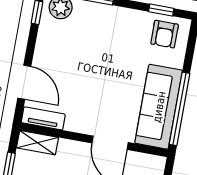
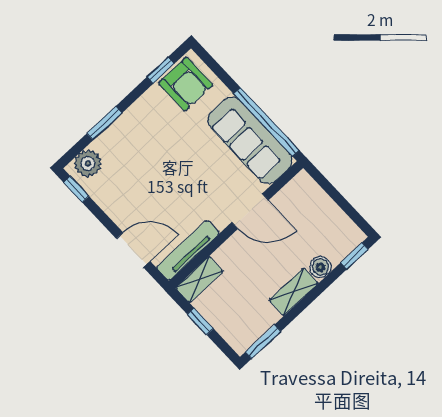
armchair: (165, 34) -> (186, 84), width x1.38, depth x1.38
tv unit: (43, 118) -> (188, 250), width x1.41

